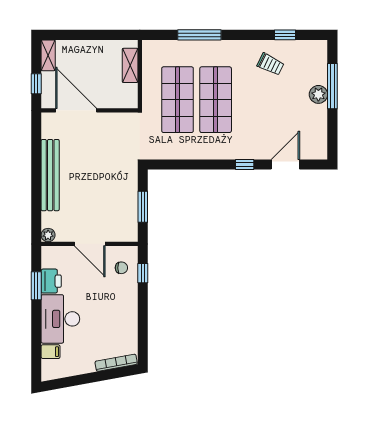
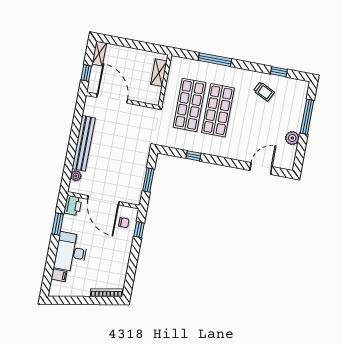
plant: (318, 94) -> (292, 138), moved
window: (245, 164) -> (193, 156), moved
plant: (48, 235) -> (76, 176), moved
door: (90, 244) -> (103, 200), width x1.36
printer: (51, 281) -> (73, 205), moved

